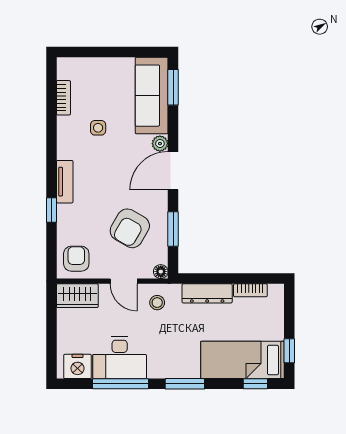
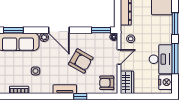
armchair: (130, 228) -> (81, 61), moved
window: (173, 229) -> (101, 30), moved

